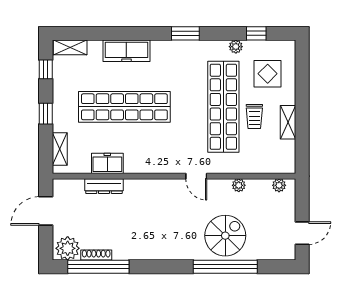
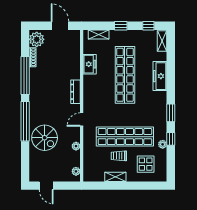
window: (256, 33) -> (171, 139), moved
dresser: (104, 186) -> (75, 92), moved
window: (98, 267) -> (25, 76), moved
window: (225, 267) -> (25, 121), moved

